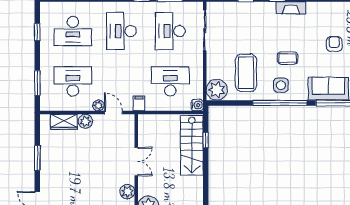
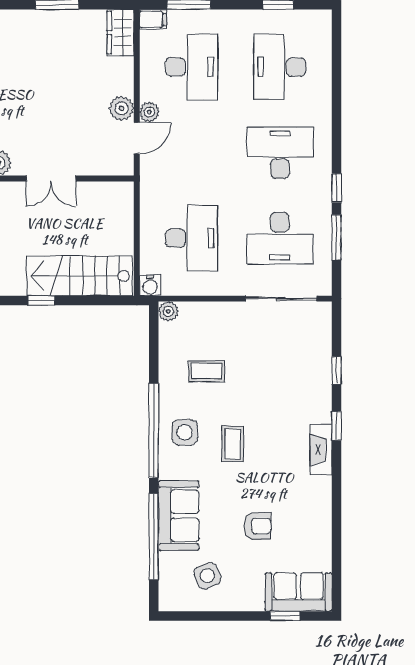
desk: (170, 31) -> (280, 238), turned 180
coffee table: (246, 73) -> (207, 371), width x0.54, depth x0.58
plant: (217, 90) -> (168, 311), width x0.53, depth x0.53
filing cabinet: (139, 103) -> (153, 19), moved
plant: (85, 121) -> (122, 108), moved
wardrobe: (64, 122) -> (121, 33), moved
window: (206, 140) -> (42, 300), moved

